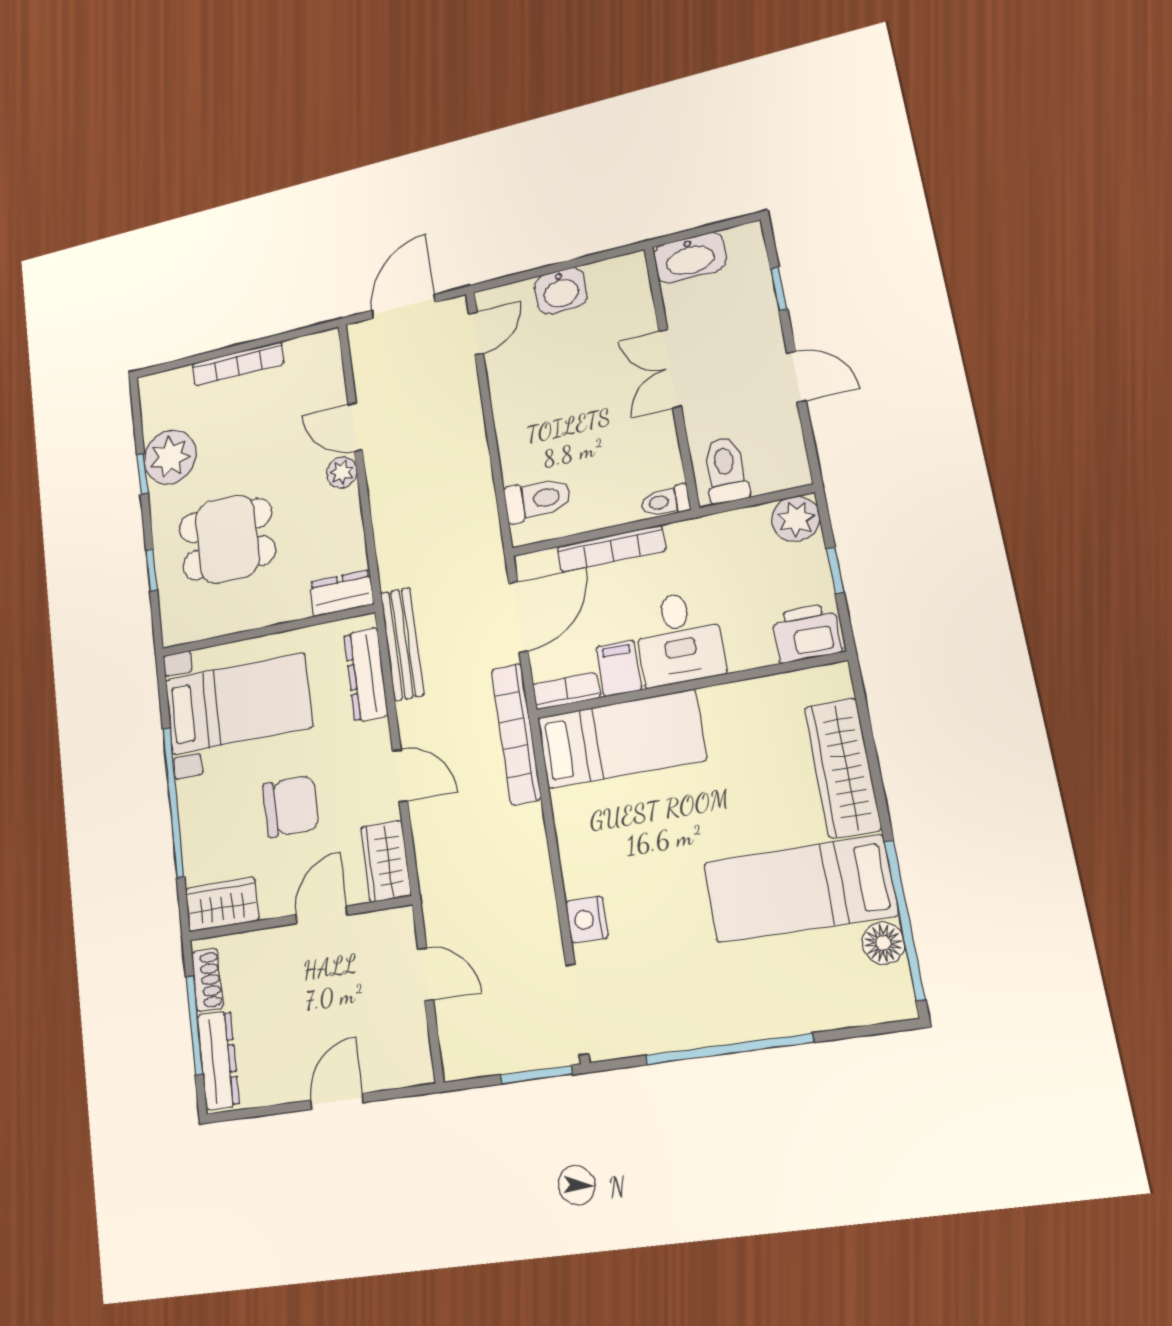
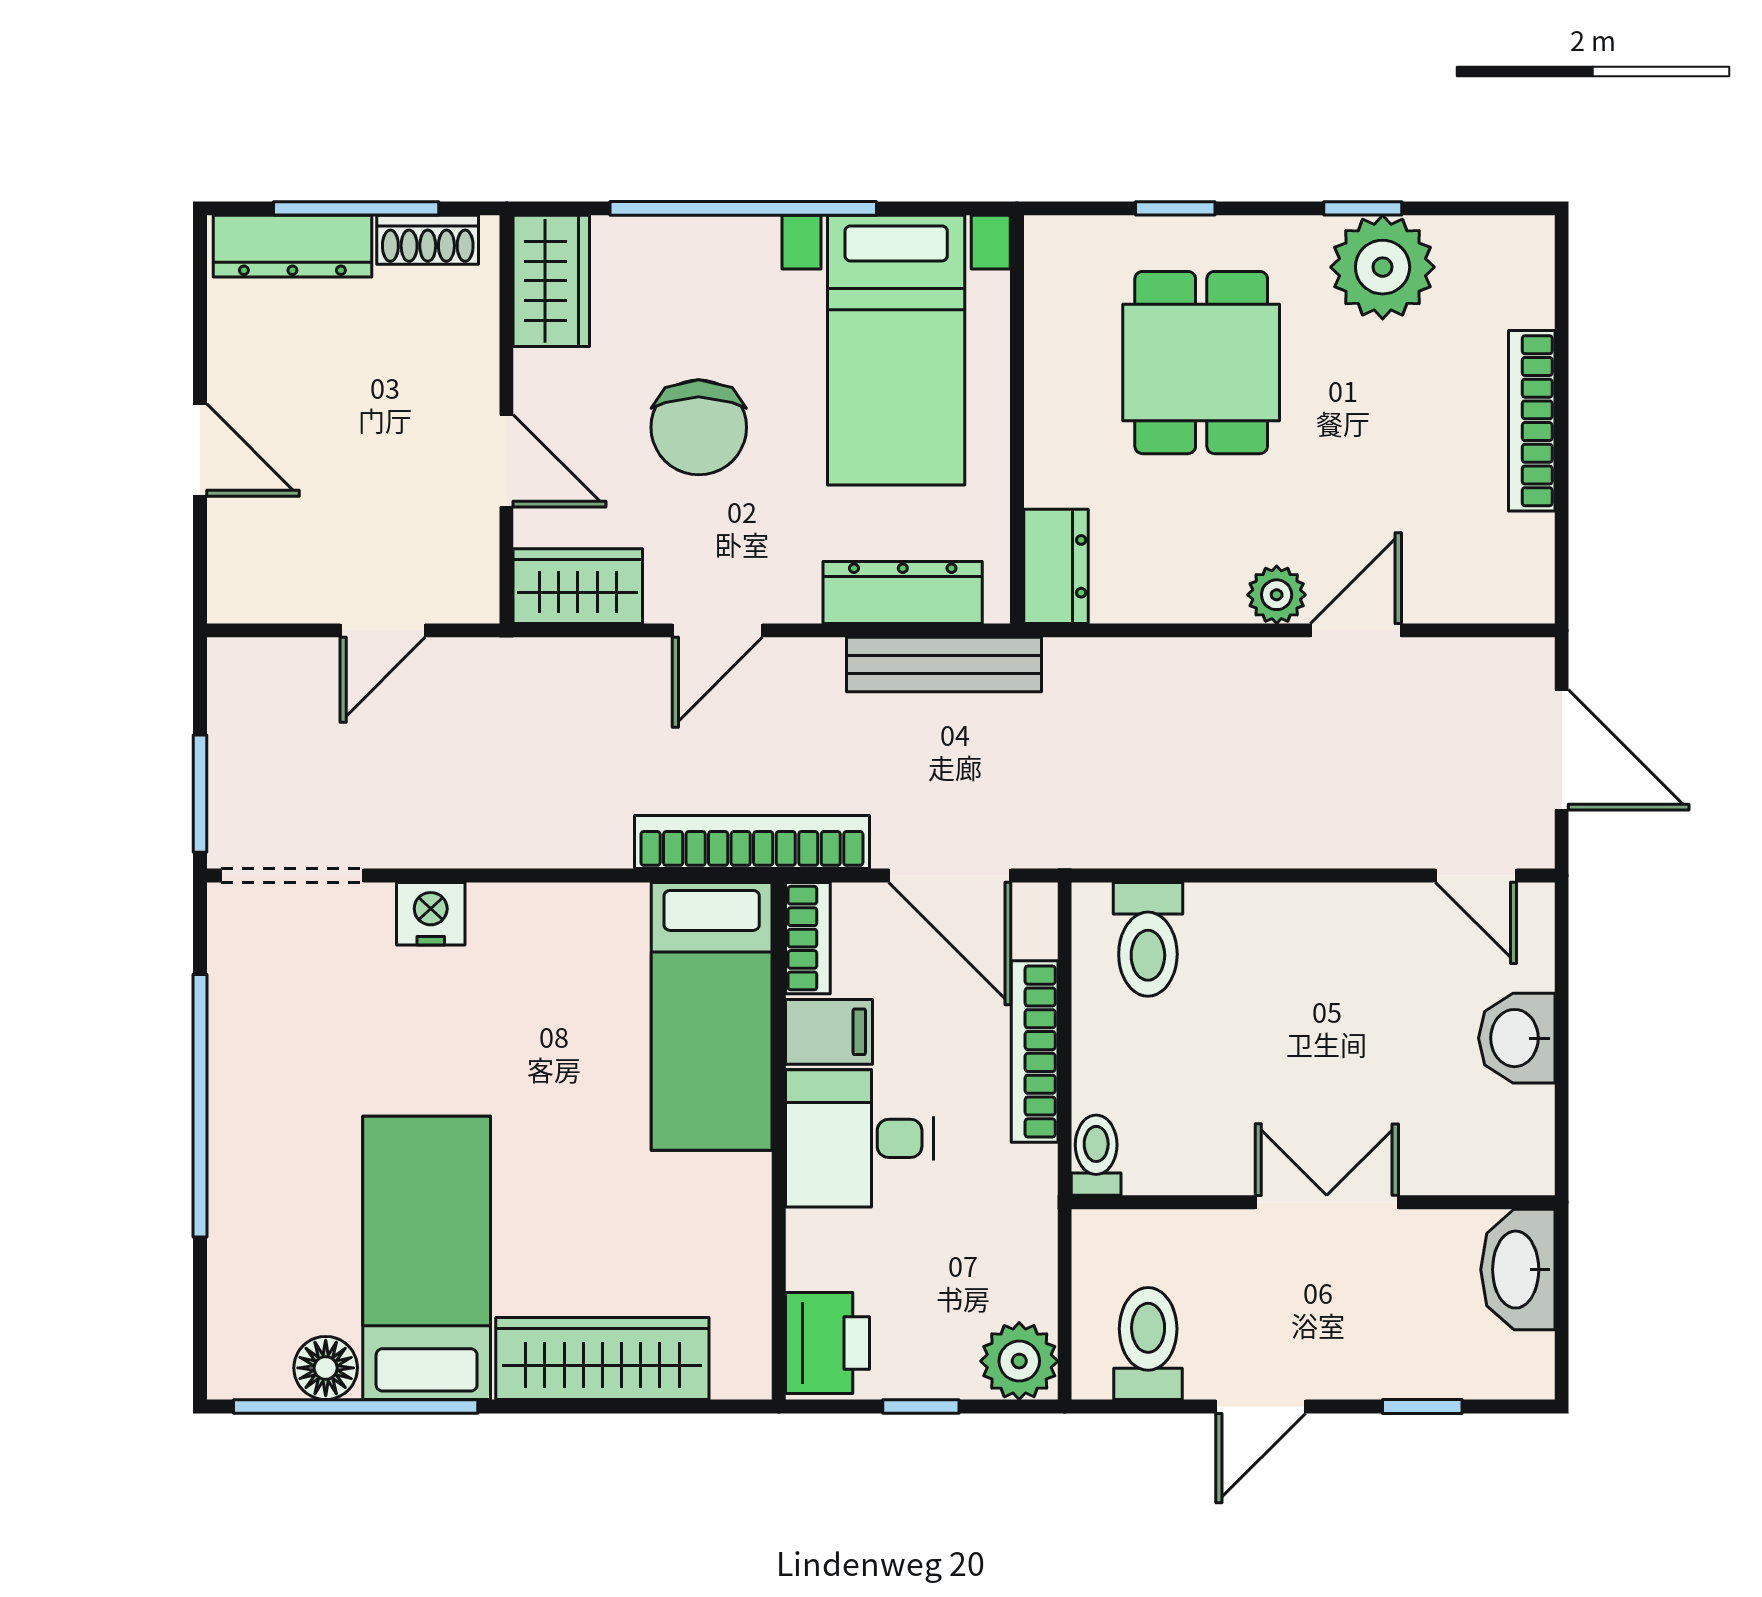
toilet: (725, 470) -> (1148, 1344), moved, turned -90

